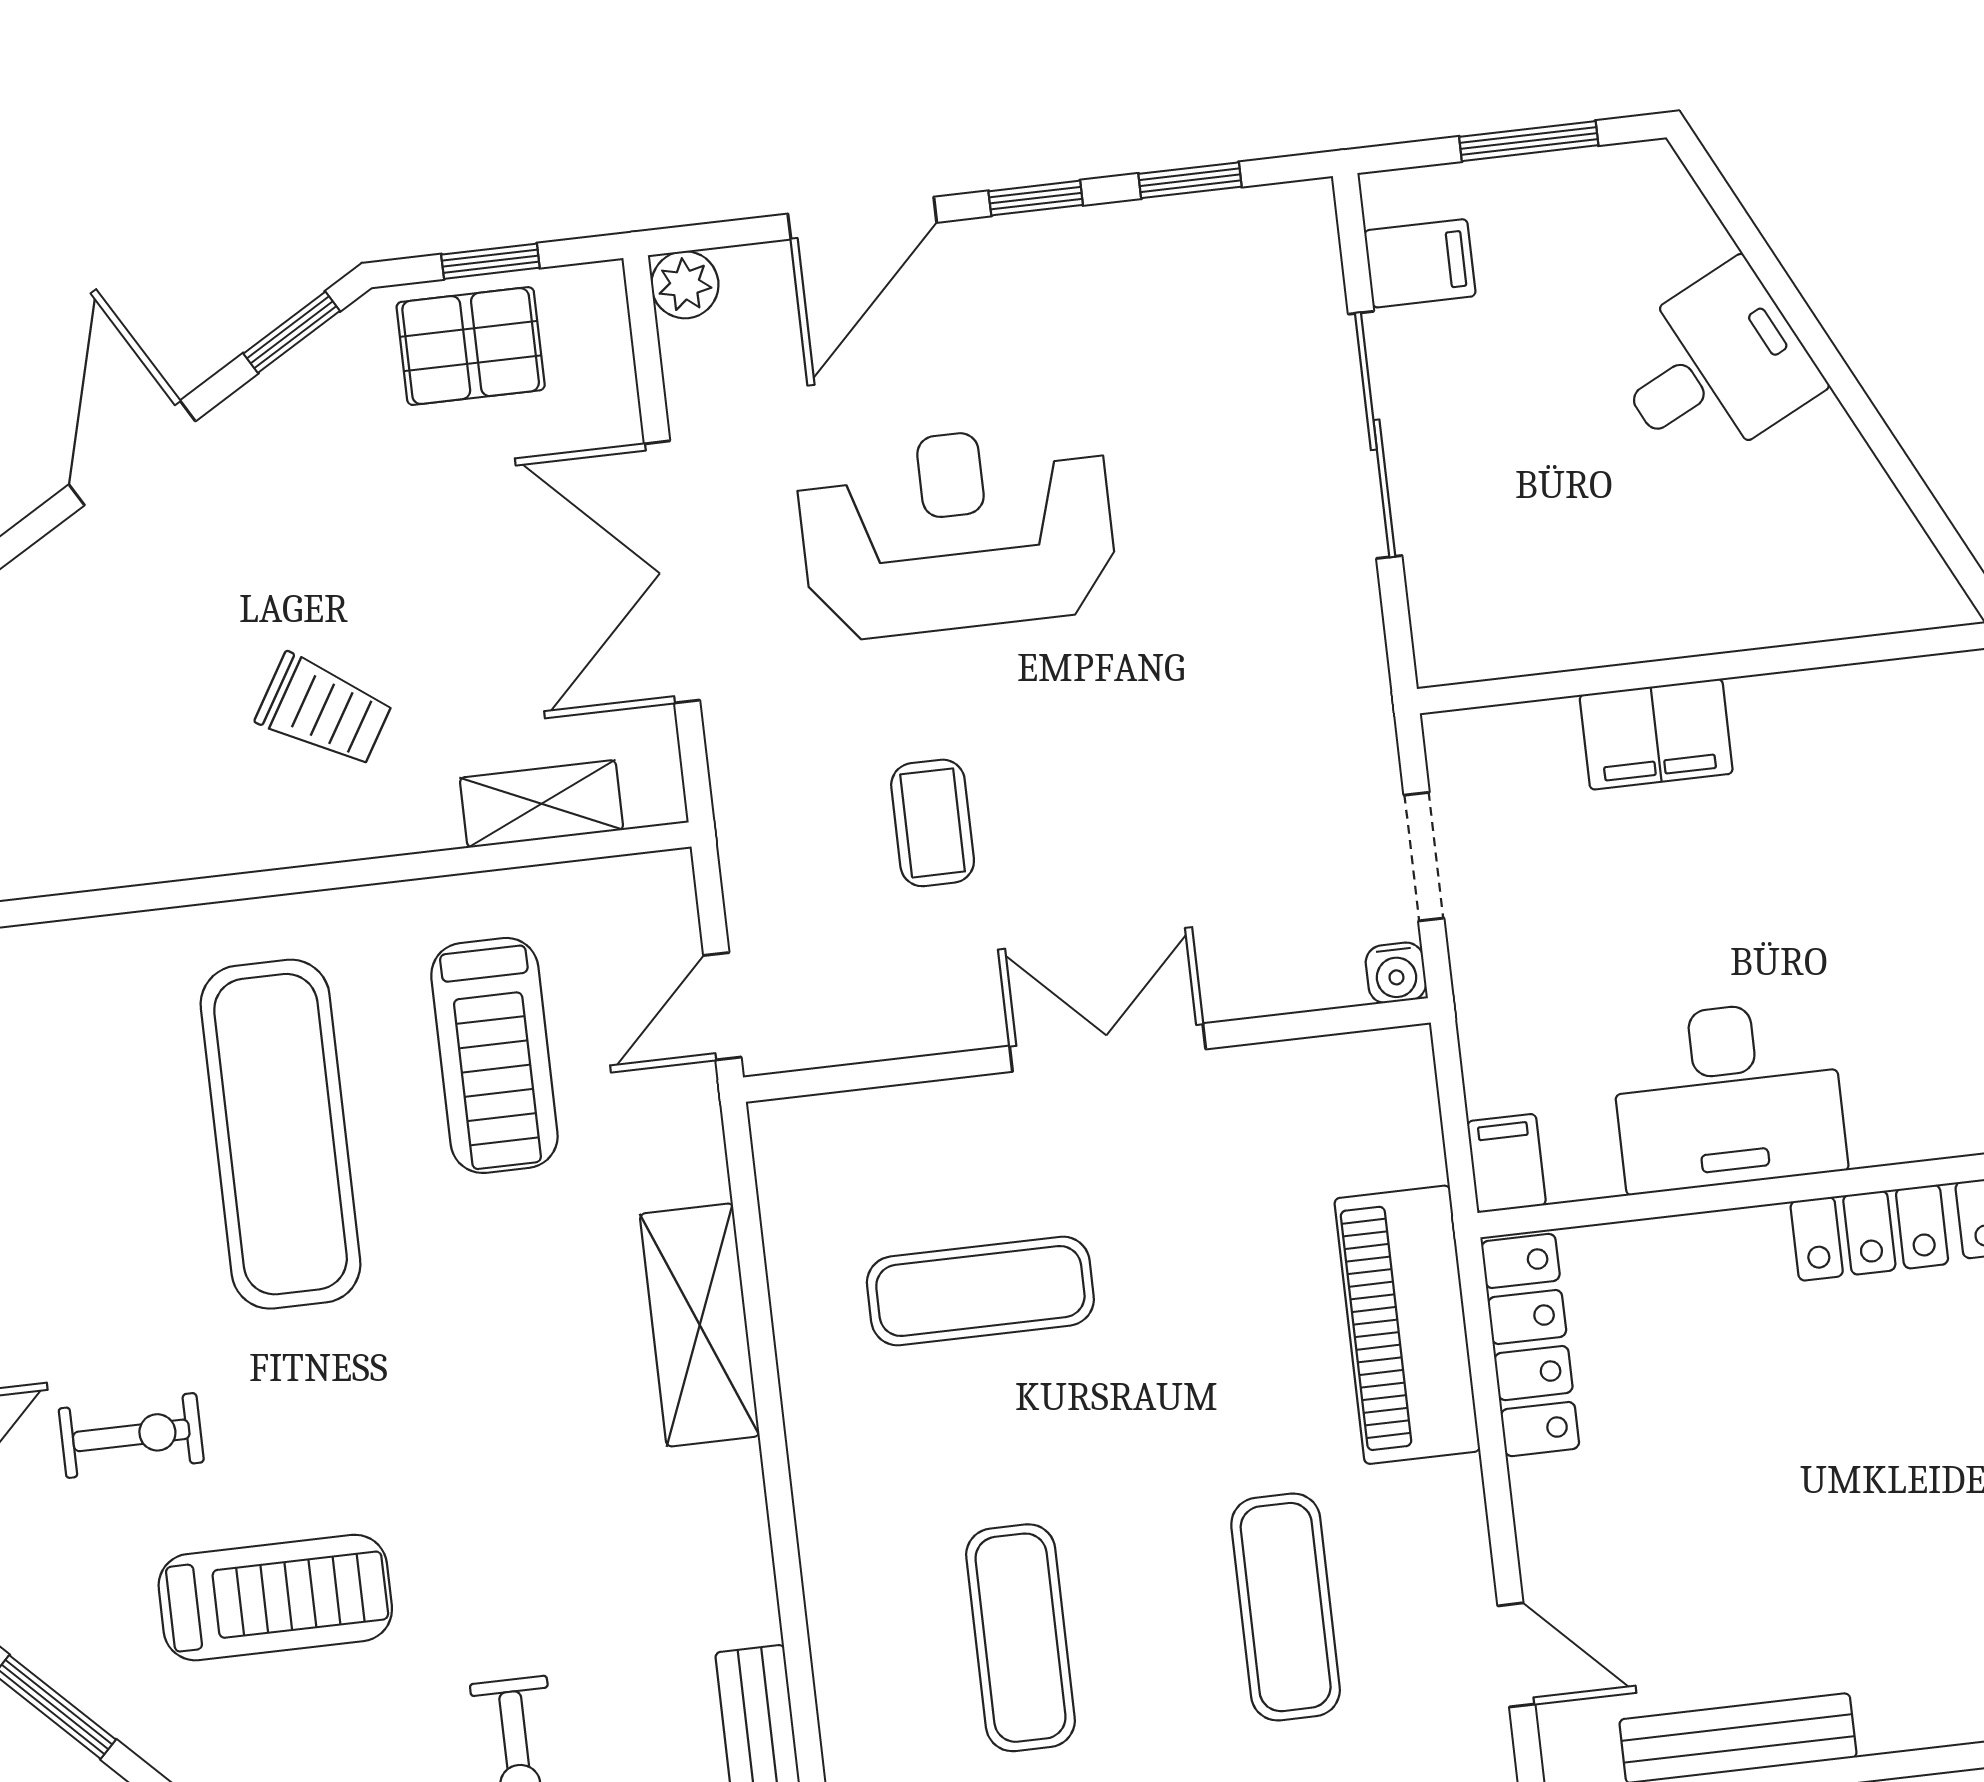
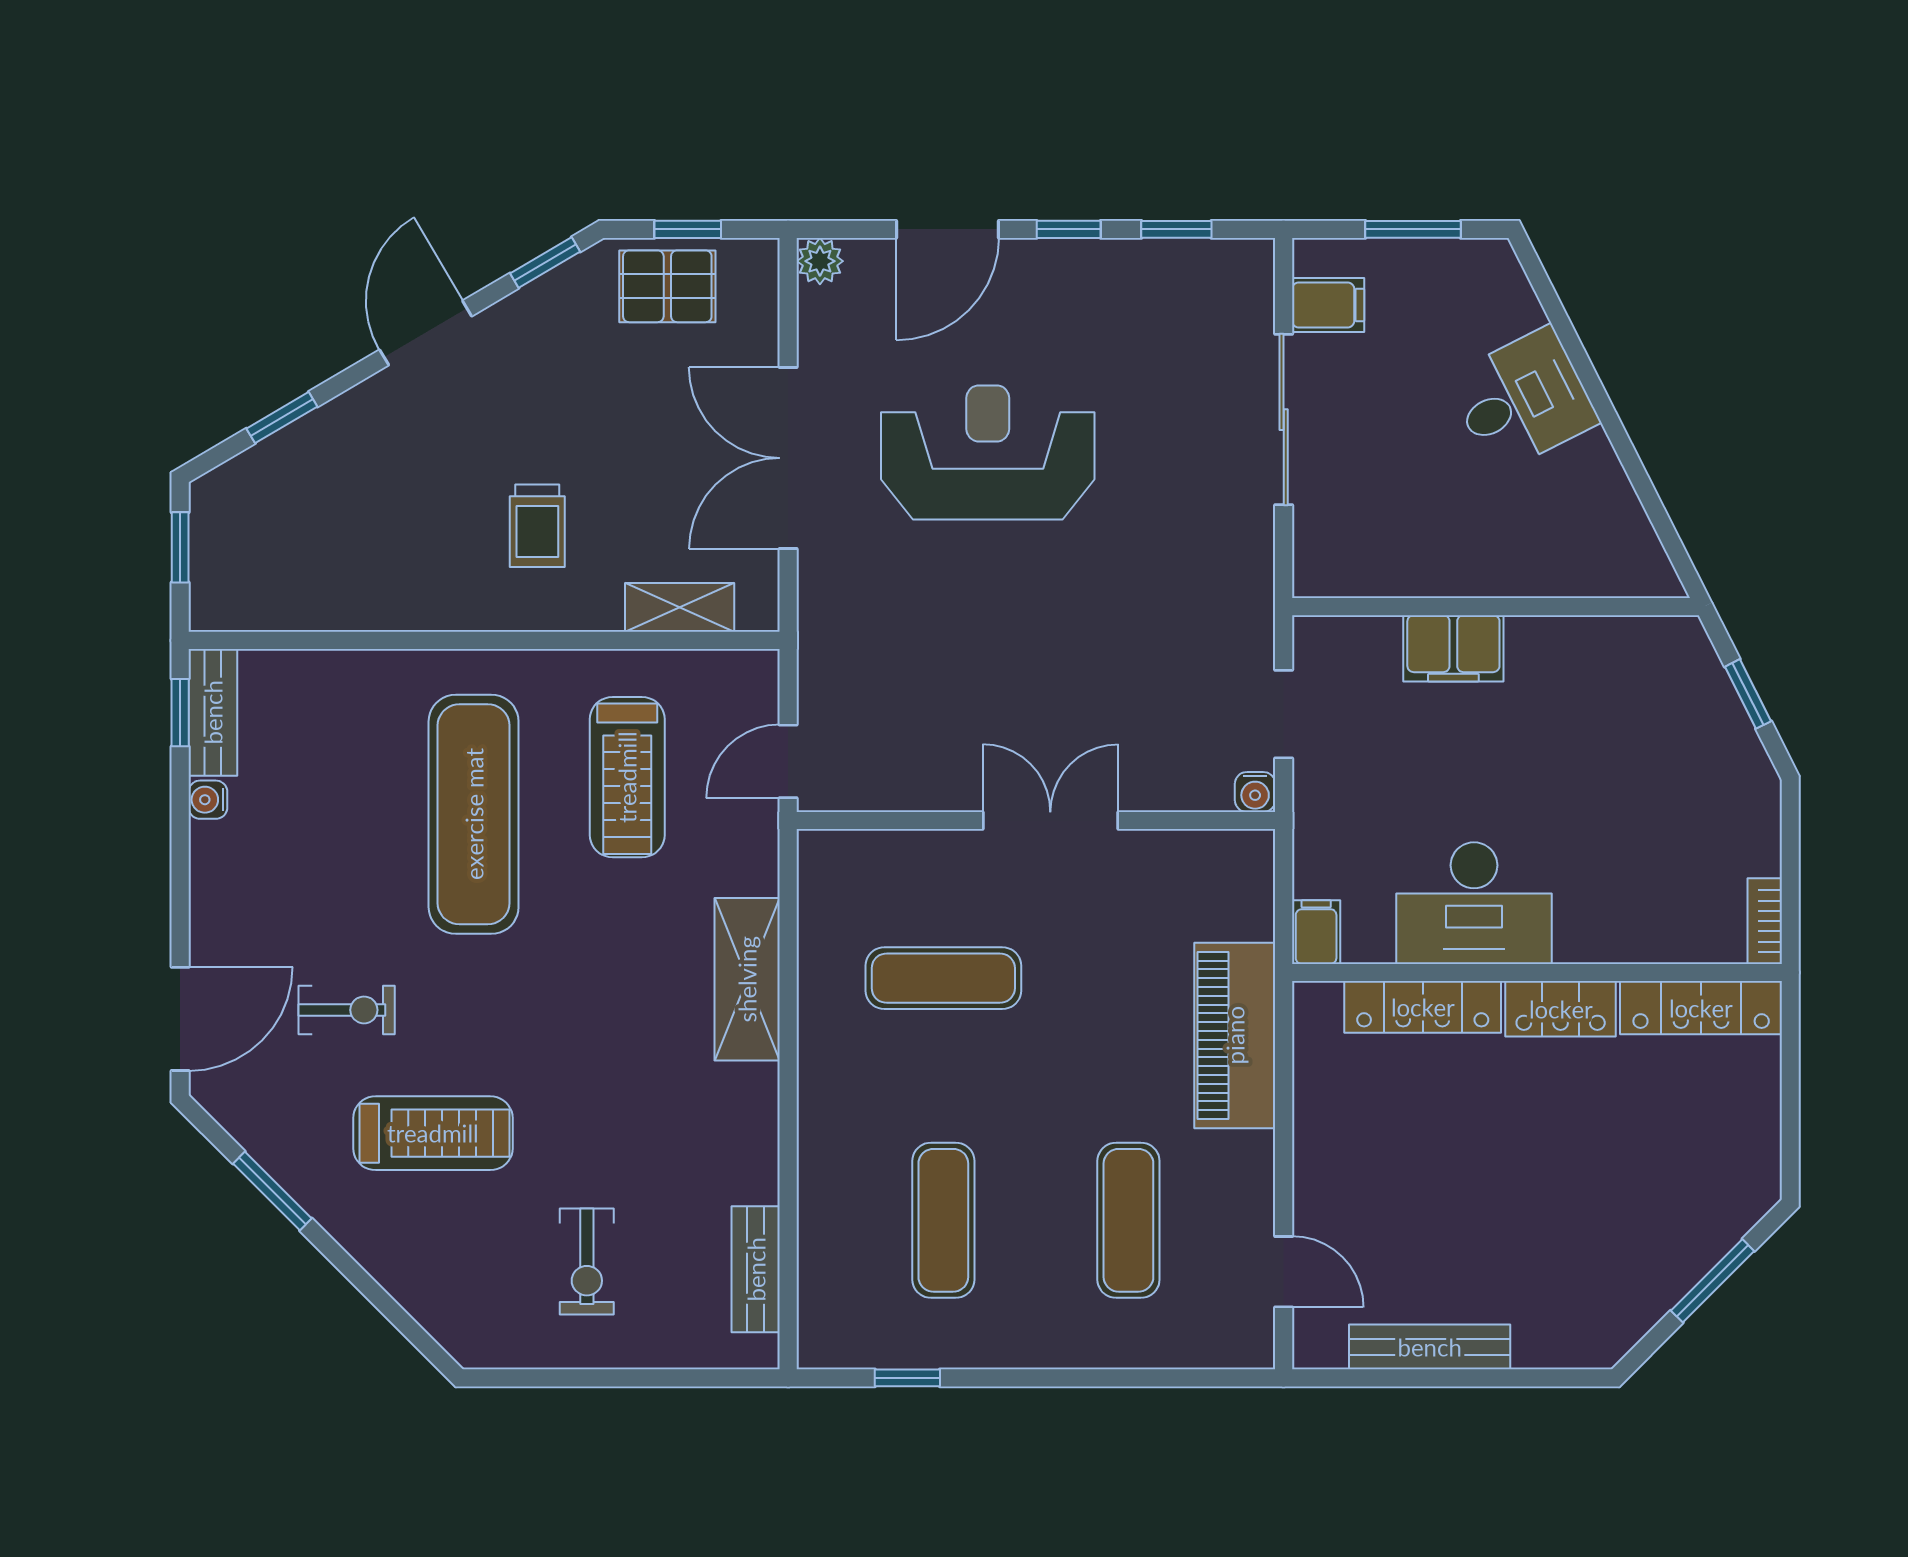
trolley: (324, 710) -> (537, 526), turned 59
coffee table: (933, 823) -> (948, 652), removed
locker: (1530, 1345) -> (1423, 1007), moved, turned 90

